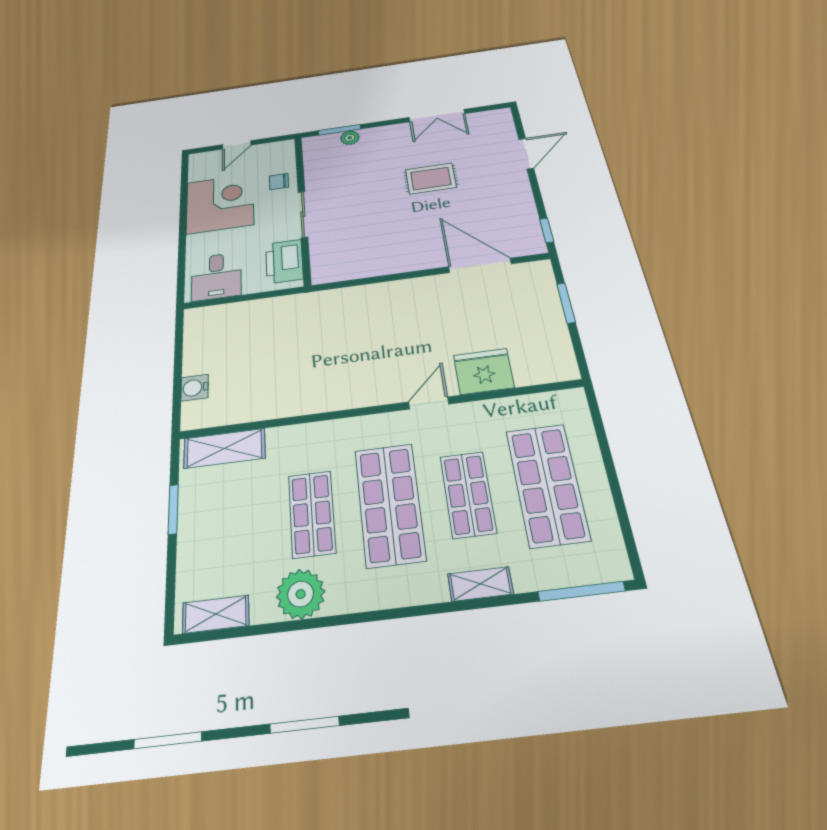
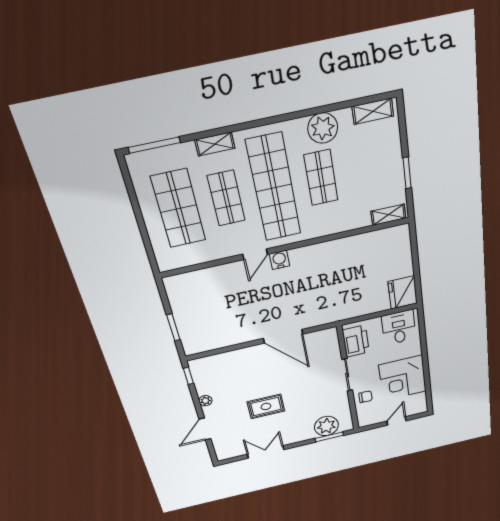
plant: (350, 138) -> (326, 426), width x1.88, depth x1.88
plant: (523, 193) -> (205, 401), added
door: (480, 265) -> (283, 336), moved
fridge: (484, 371) -> (403, 292), moved, turned 90
water cooler: (195, 388) -> (279, 260), moved, turned -90
shelving: (224, 448) -> (388, 215), width x0.67, depth x0.75
shop shelf: (390, 504) -> (274, 188), width x1.40

